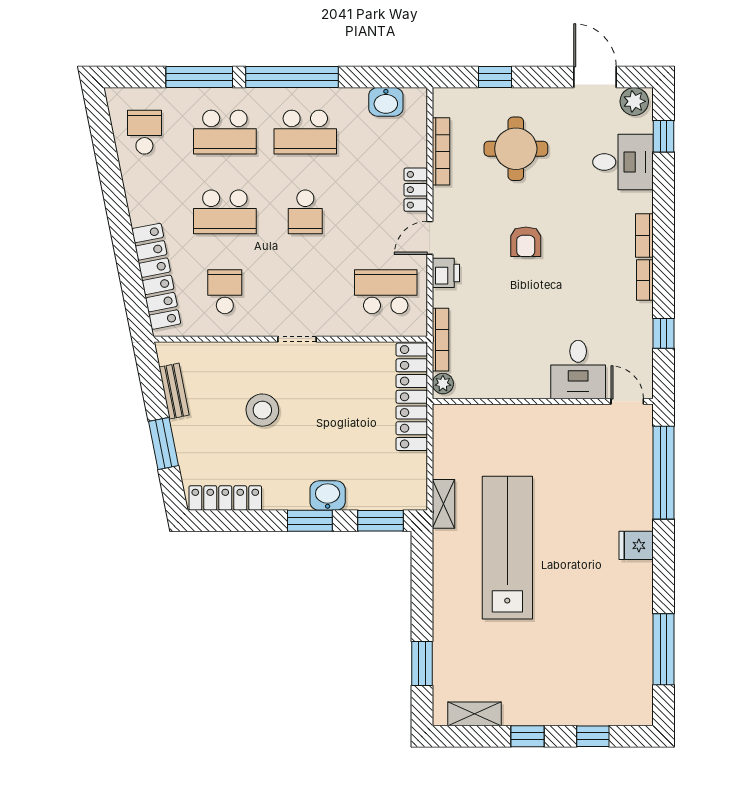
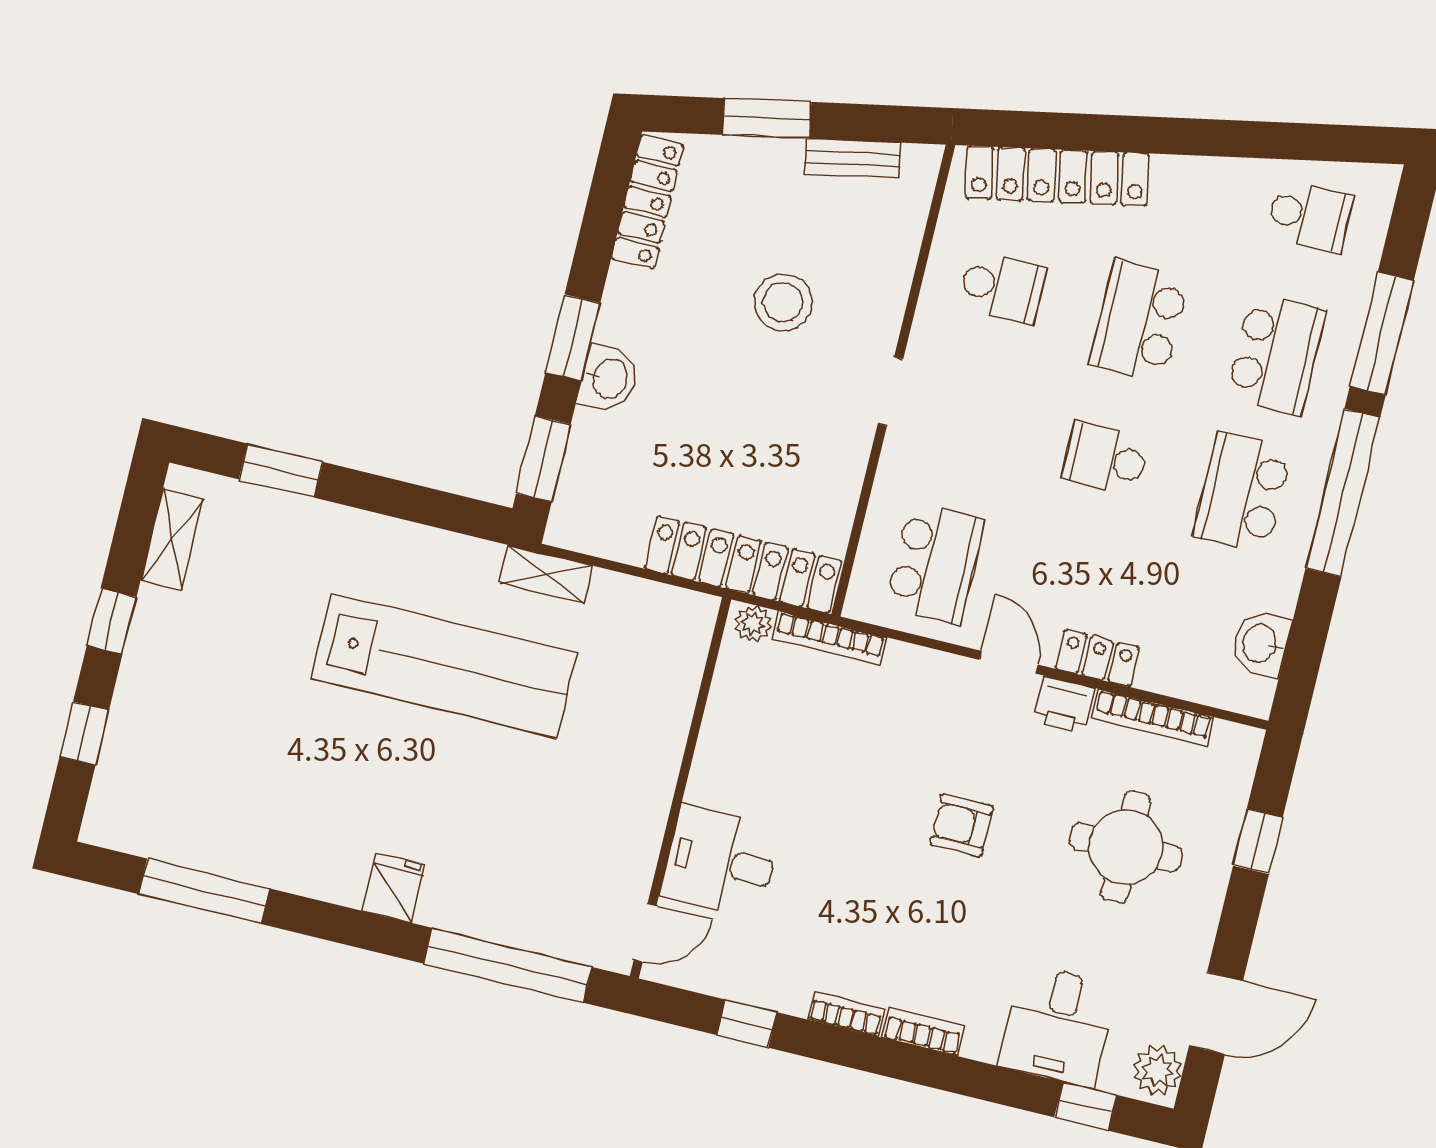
school desk: (225, 132) -> (1276, 354), turned 180
printer: (446, 273) -> (1064, 705), moved

